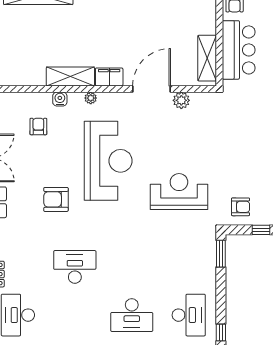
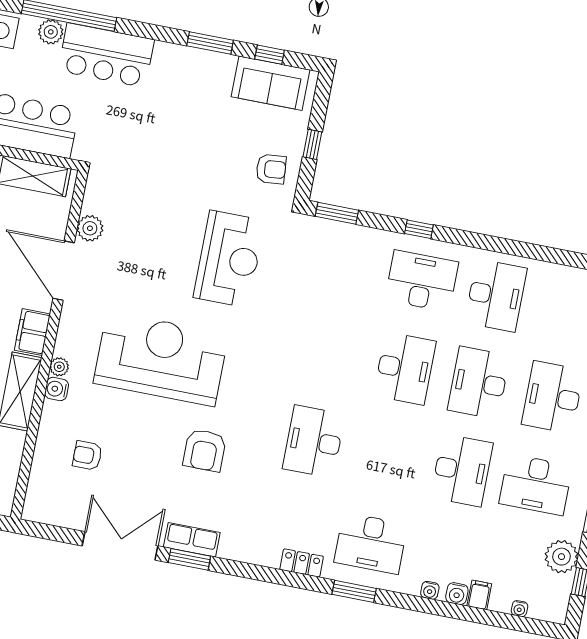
water cooler: (60, 99) -> (57, 389), moved
reception desk: (179, 191) -> (229, 259), turned 180
armchair: (241, 207) -> (271, 169), turned 85
window: (221, 333) -> (419, 229), moved

